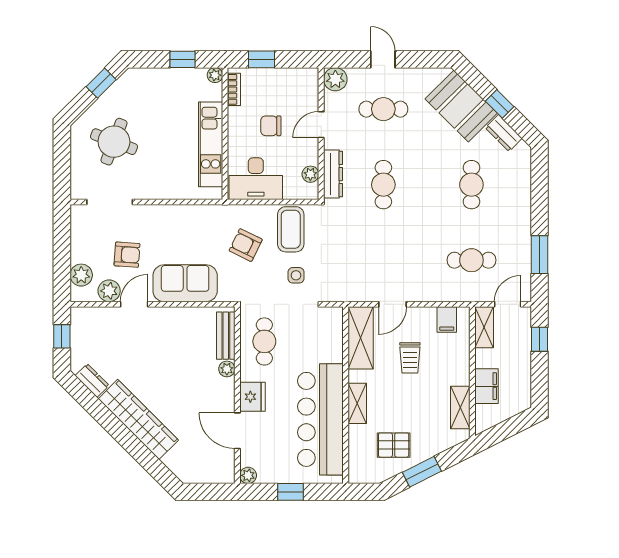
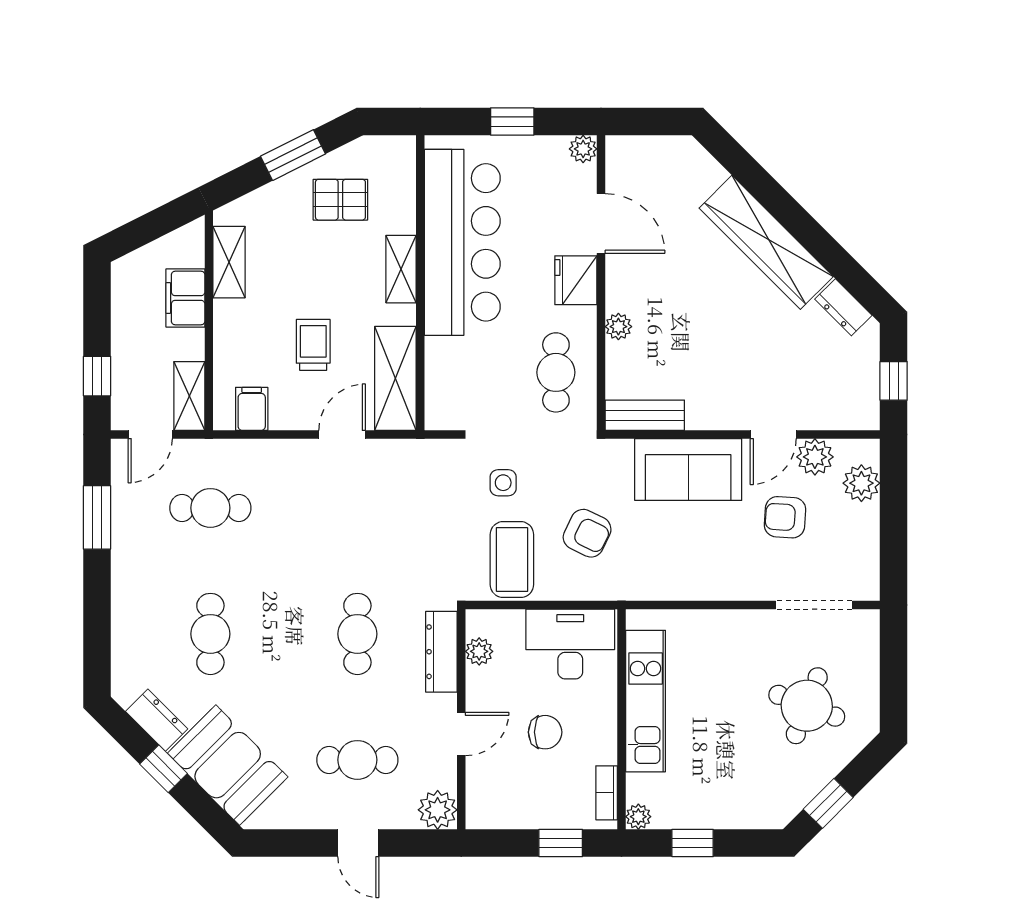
bench: (226, 336) -> (645, 415), moved, turned 90

